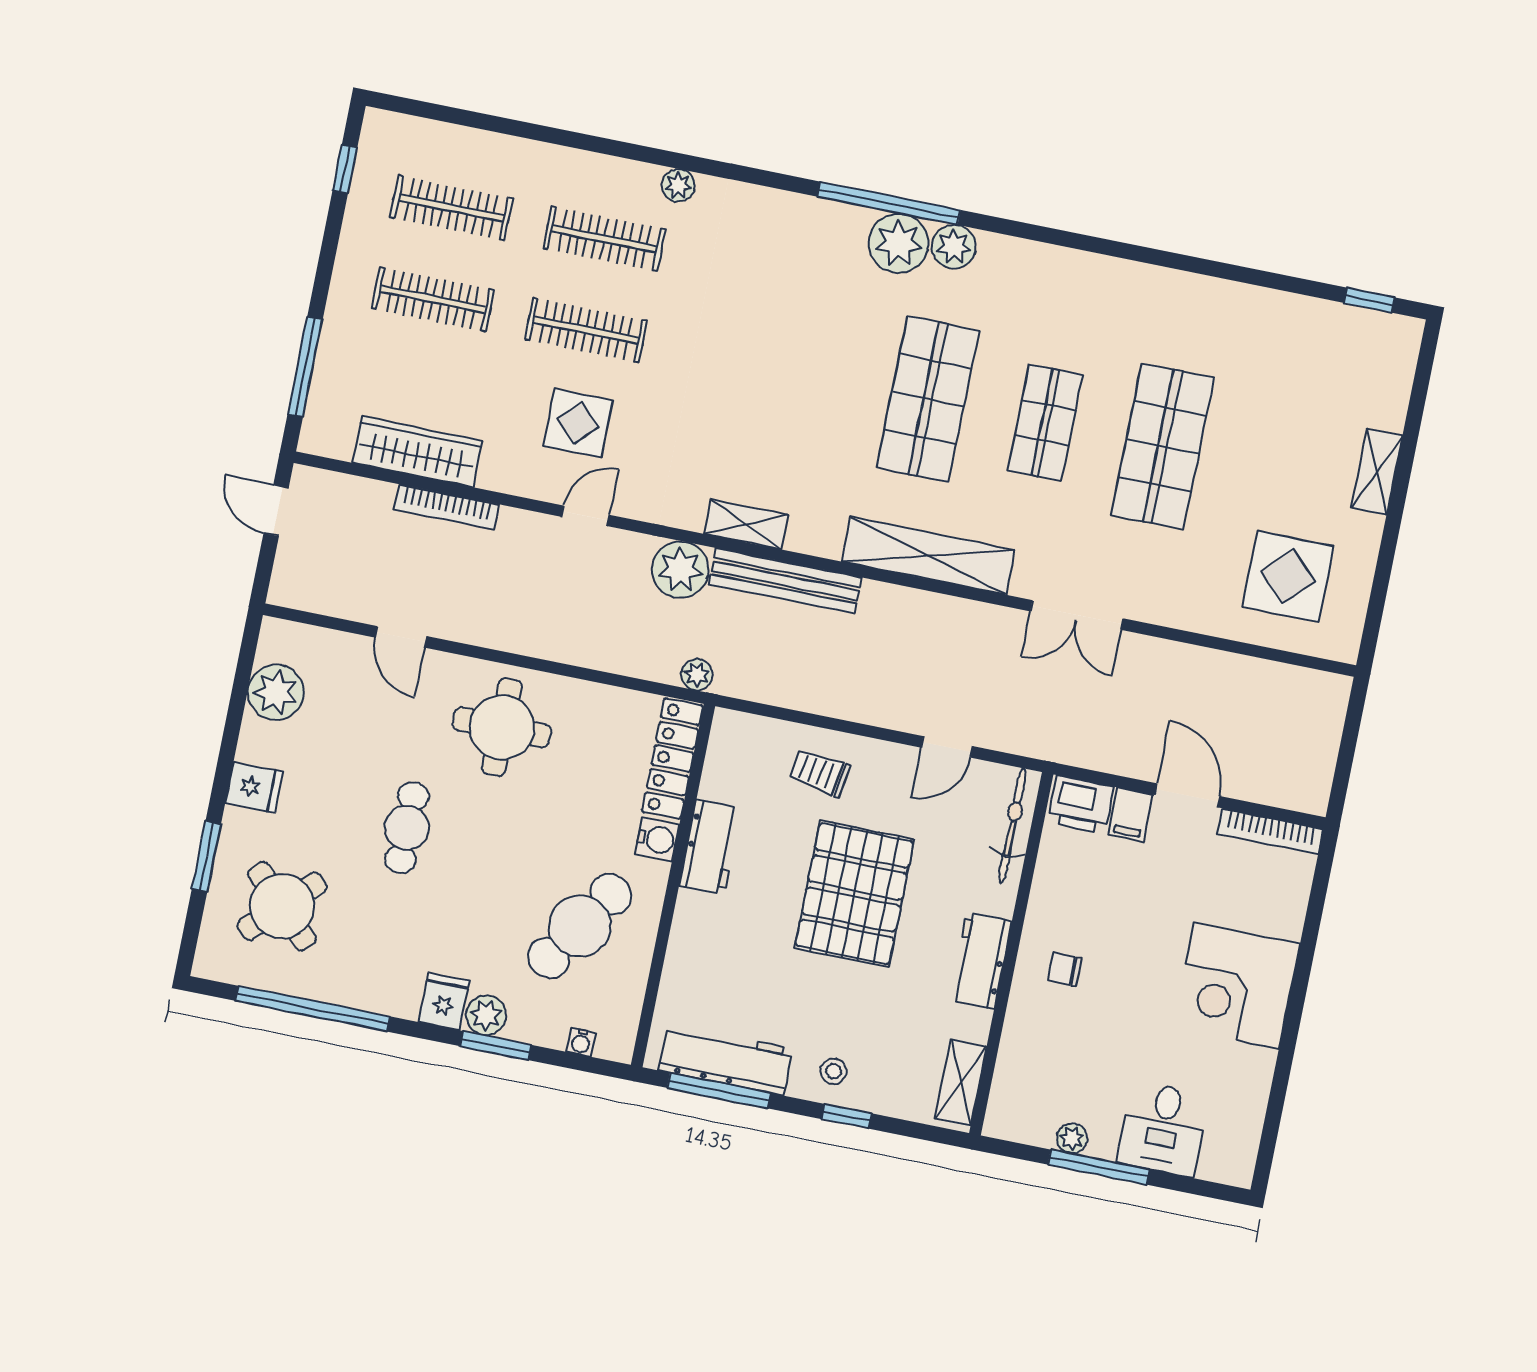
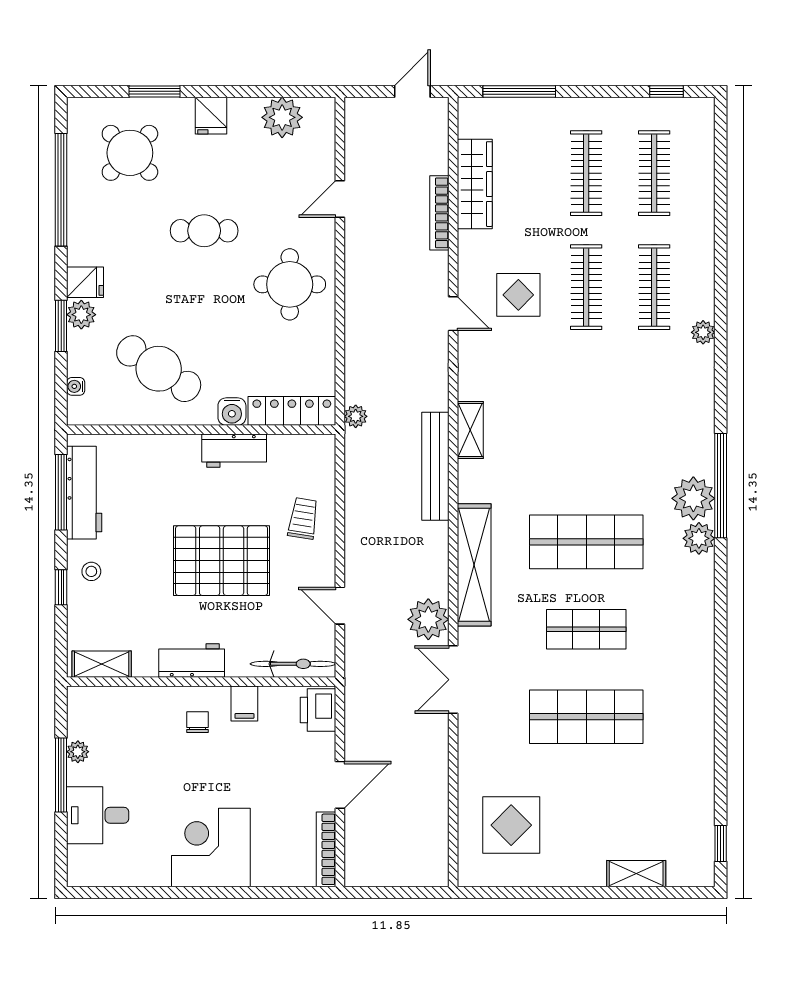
shelving: (1377, 472) -> (636, 874), moved
plant: (680, 570) -> (428, 619), moved
filing cabinet: (1130, 815) -> (244, 704), moved, turned -90

